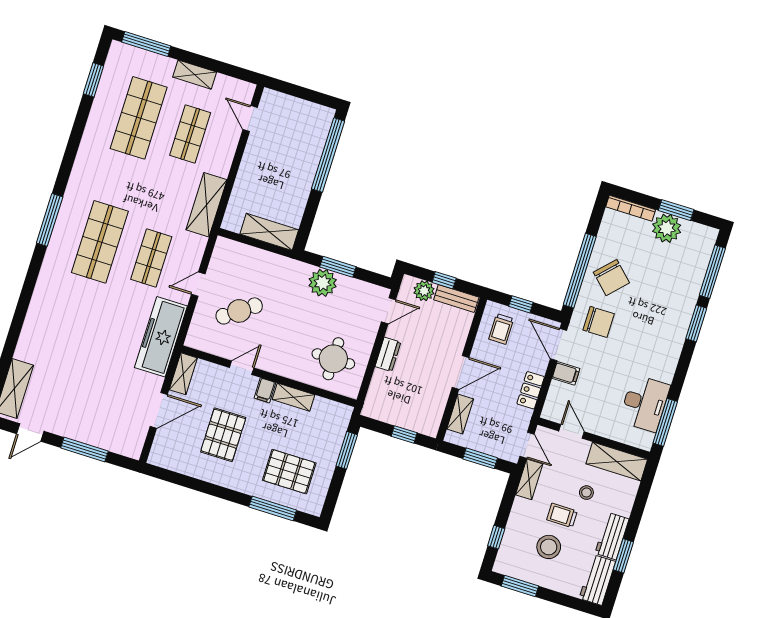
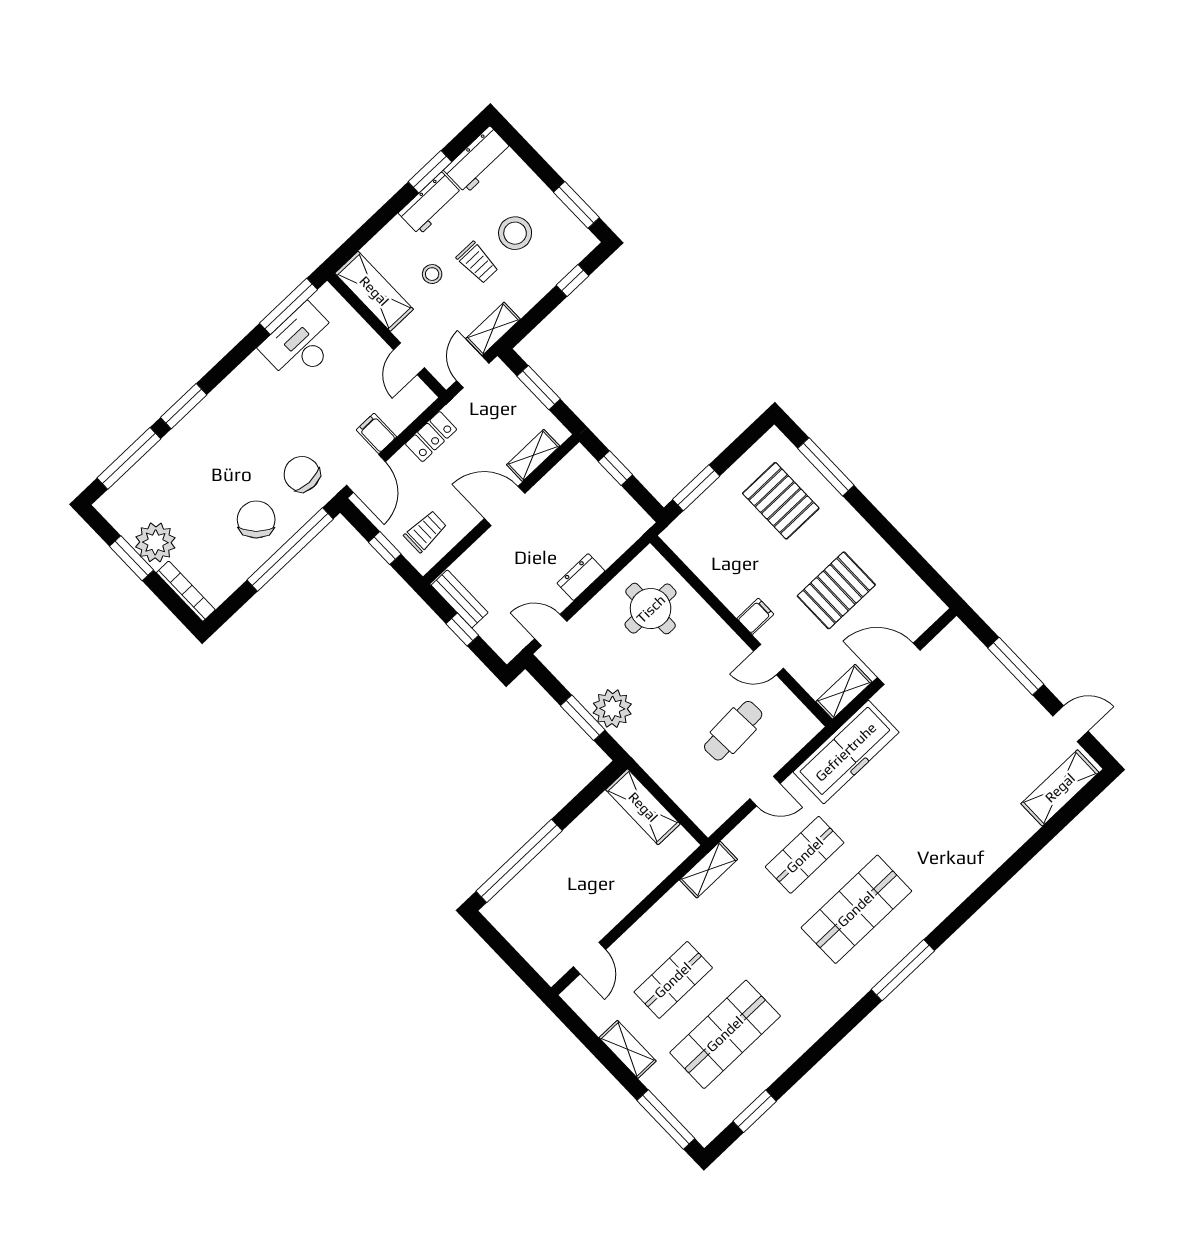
shelving: (206, 205) -> (708, 870), width x0.67, depth x0.75
plant: (424, 291) -> (494, 630), removed
cafe table: (239, 311) -> (733, 731), turned -57
shelving: (293, 397) -> (725, 589), removed

